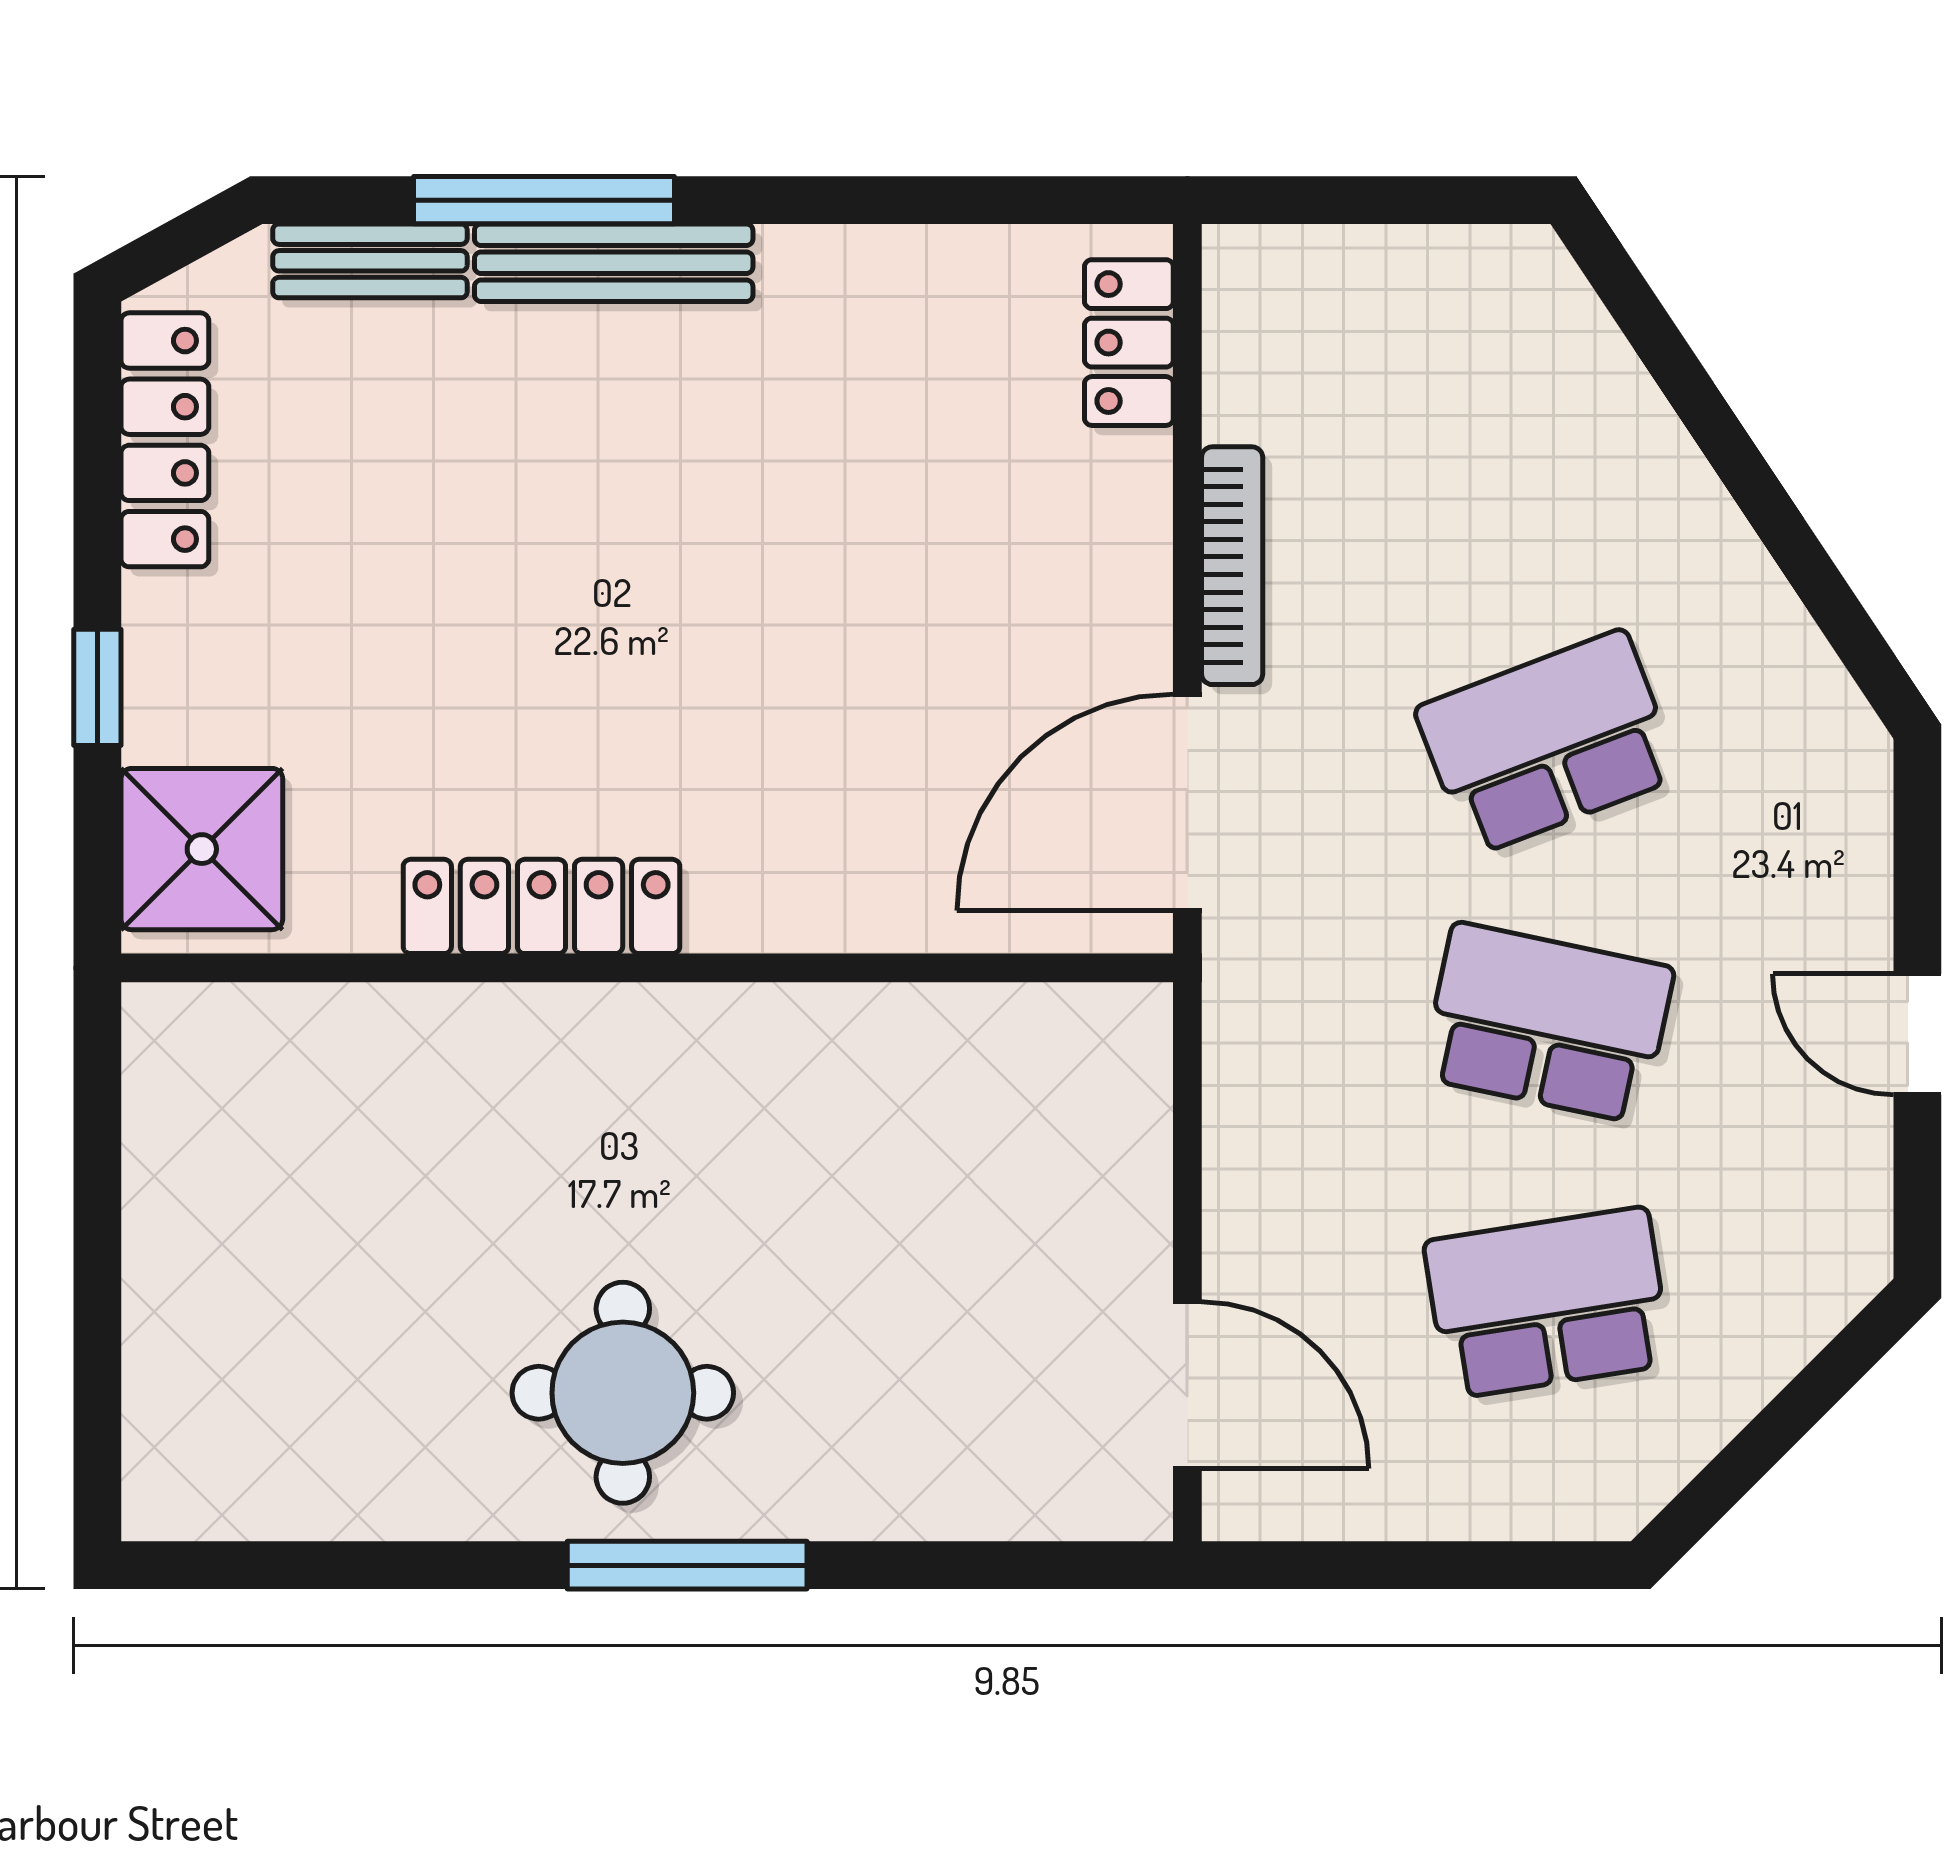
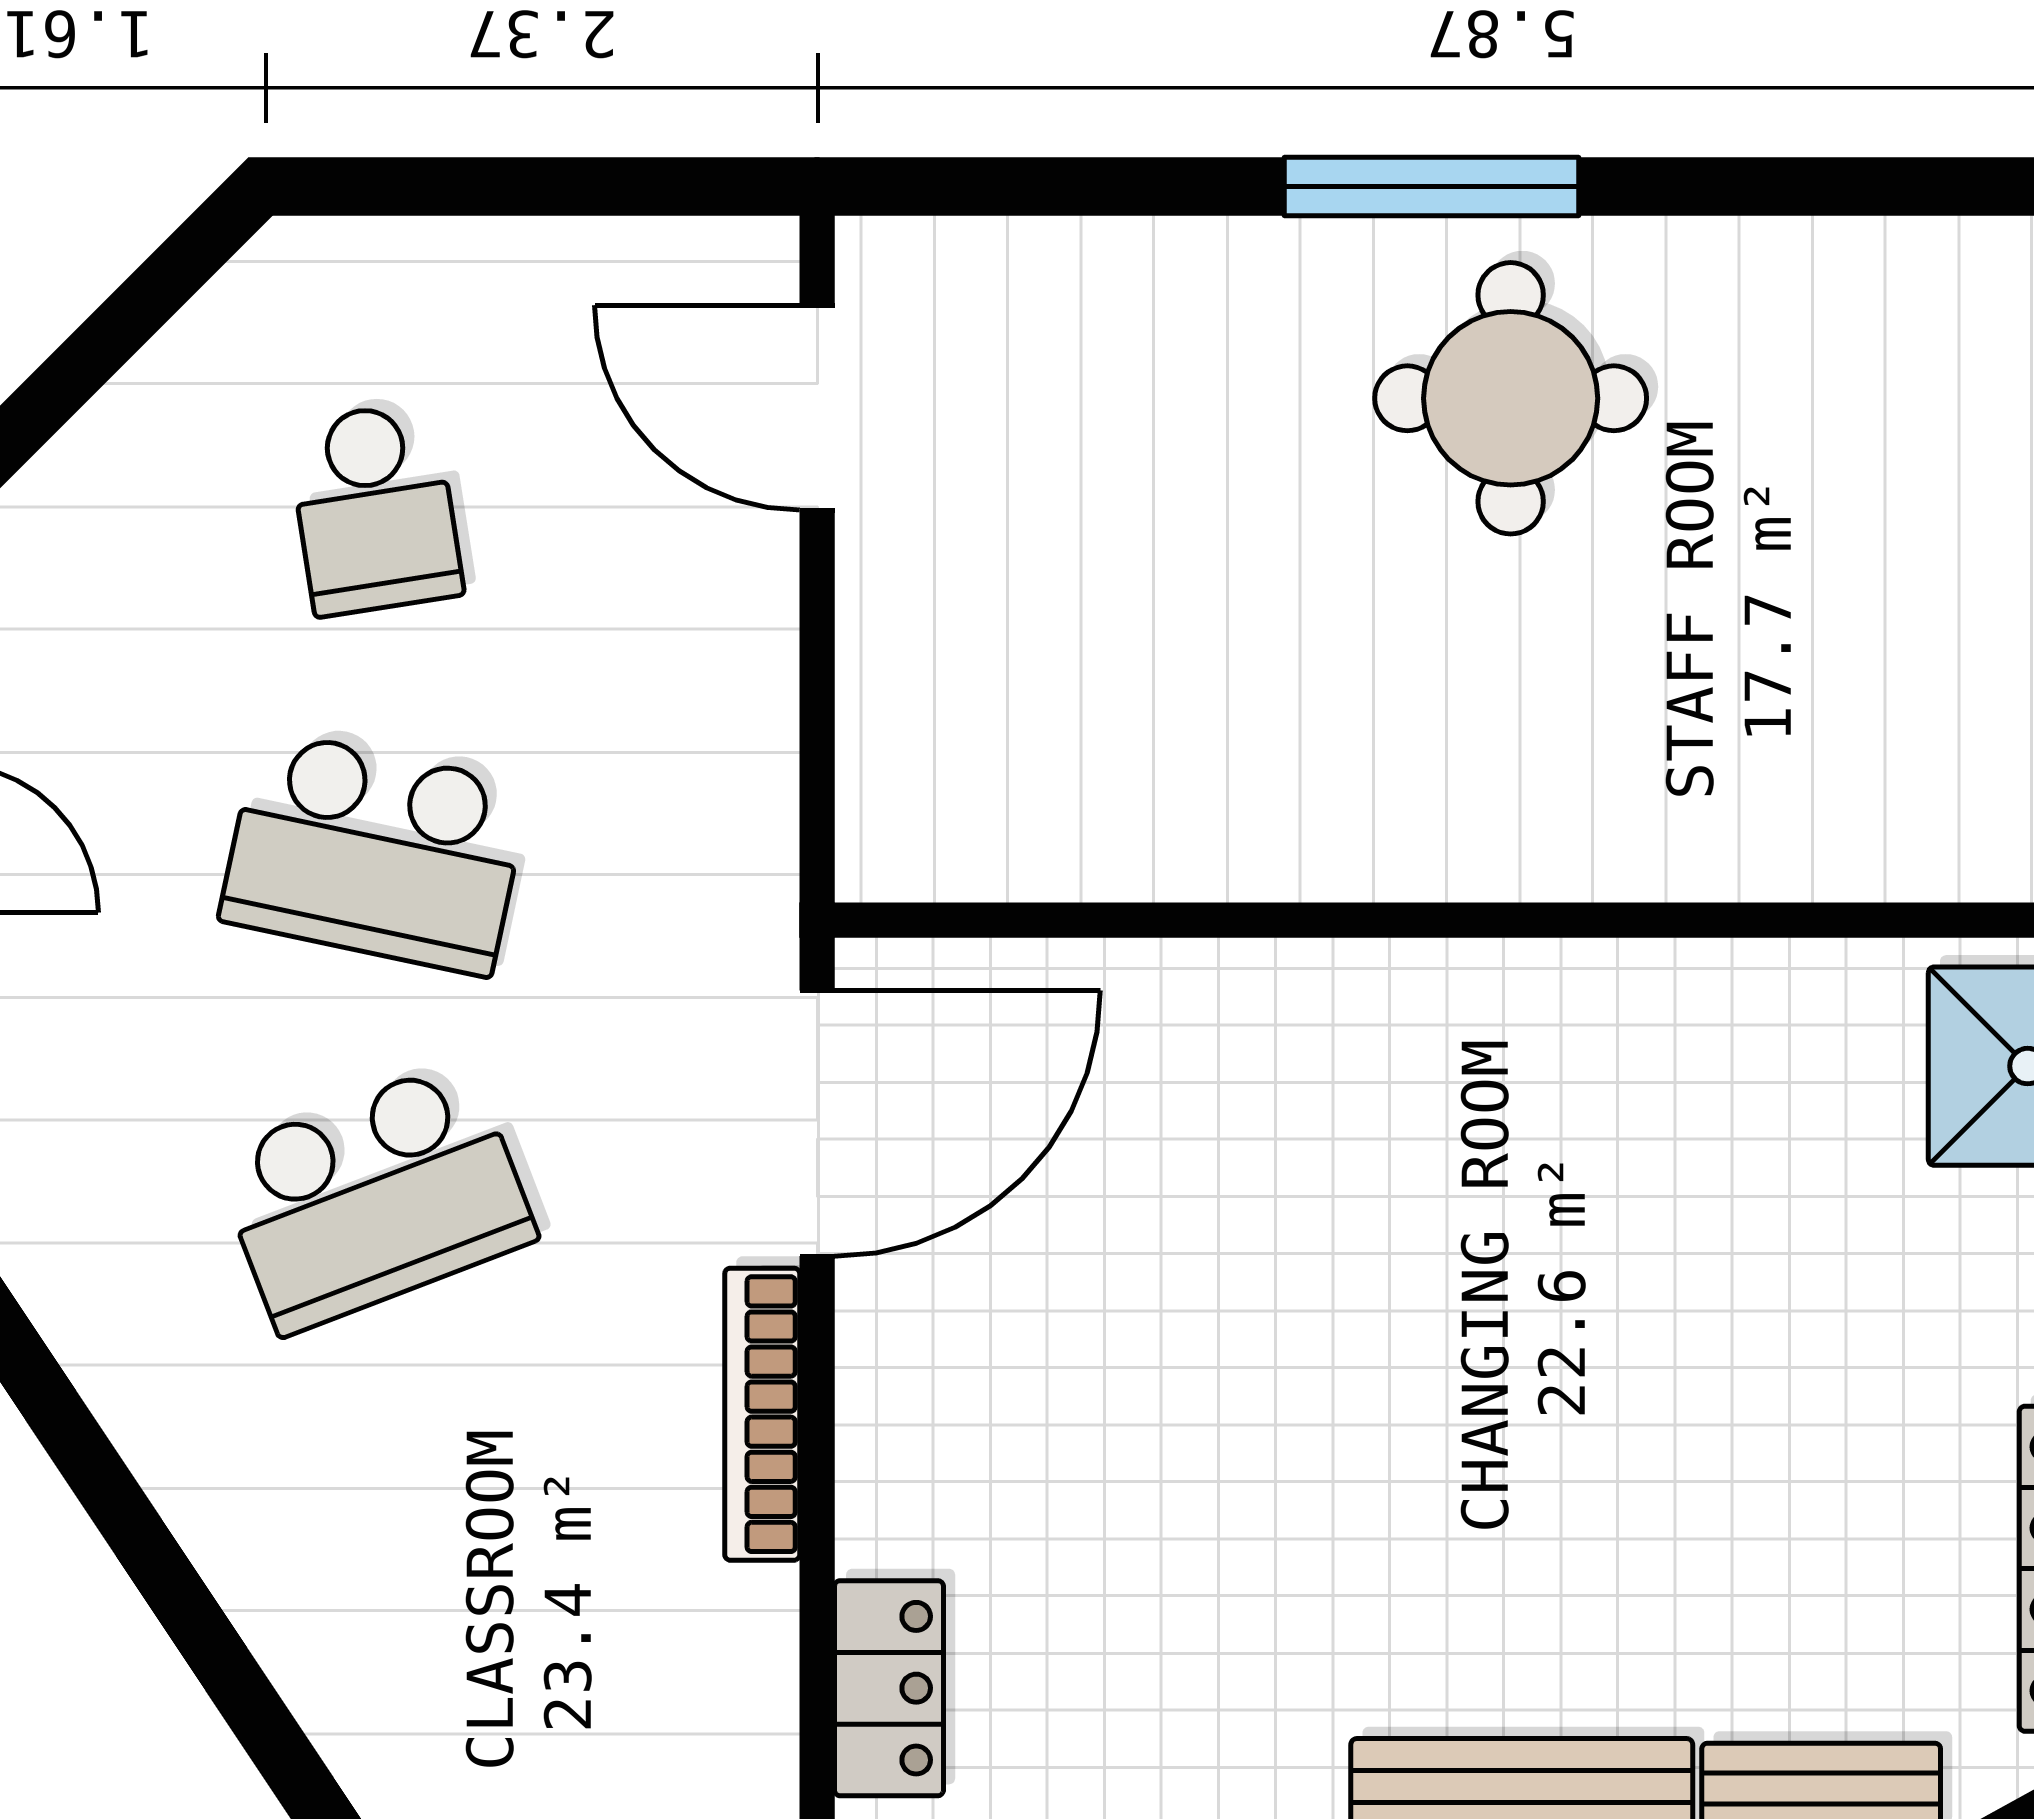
locker: (542, 906) -> (1610, 996), removed
school desk: (1548, 1303) -> (375, 509), width x0.54

